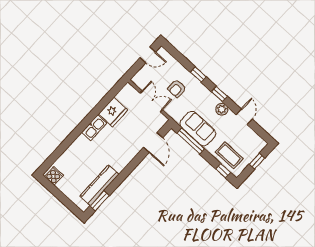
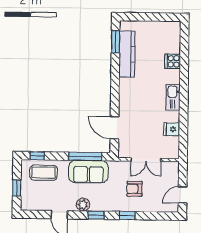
armchair: (177, 89) -> (134, 189), turned -90
fridge: (113, 112) -> (172, 129), width x0.53, depth x0.75
cooker: (54, 176) -> (173, 61), moved, turned 90

